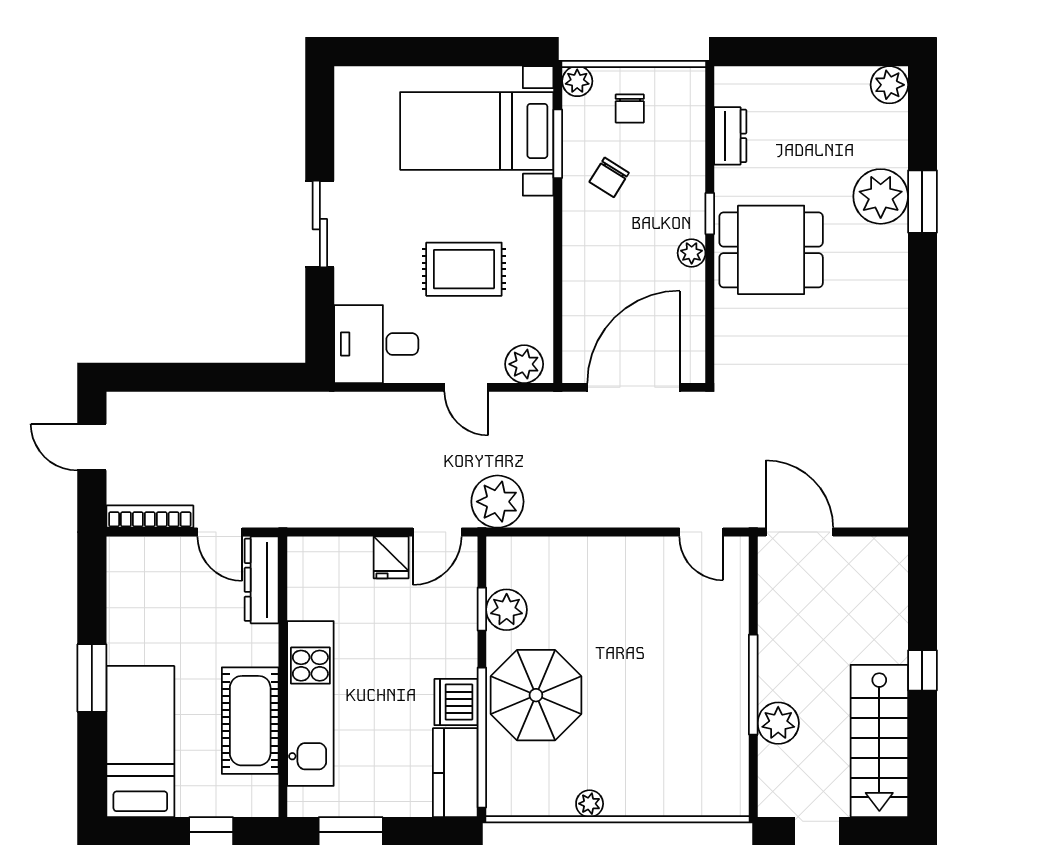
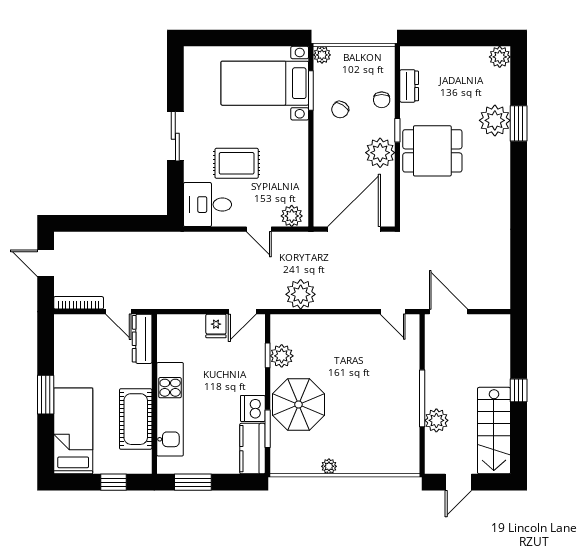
chair: (630, 109) -> (382, 100), moved
plant: (692, 253) -> (380, 153), width x1.88, depth x1.88
rug: (464, 269) -> (237, 163), moved
plant: (497, 502) -> (301, 294), moved
window: (482, 738) -> (268, 429), width x0.47

